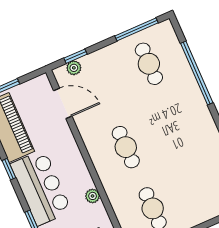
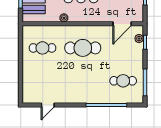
cafe table: (126, 147) -> (83, 48), width x1.37, depth x1.35

